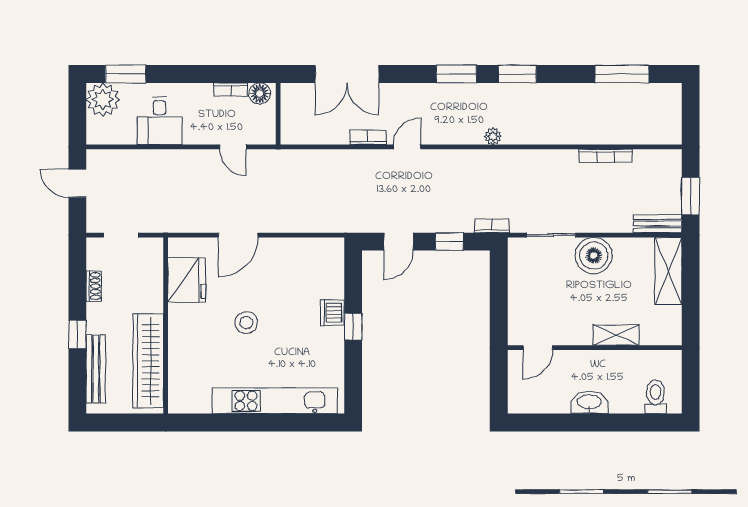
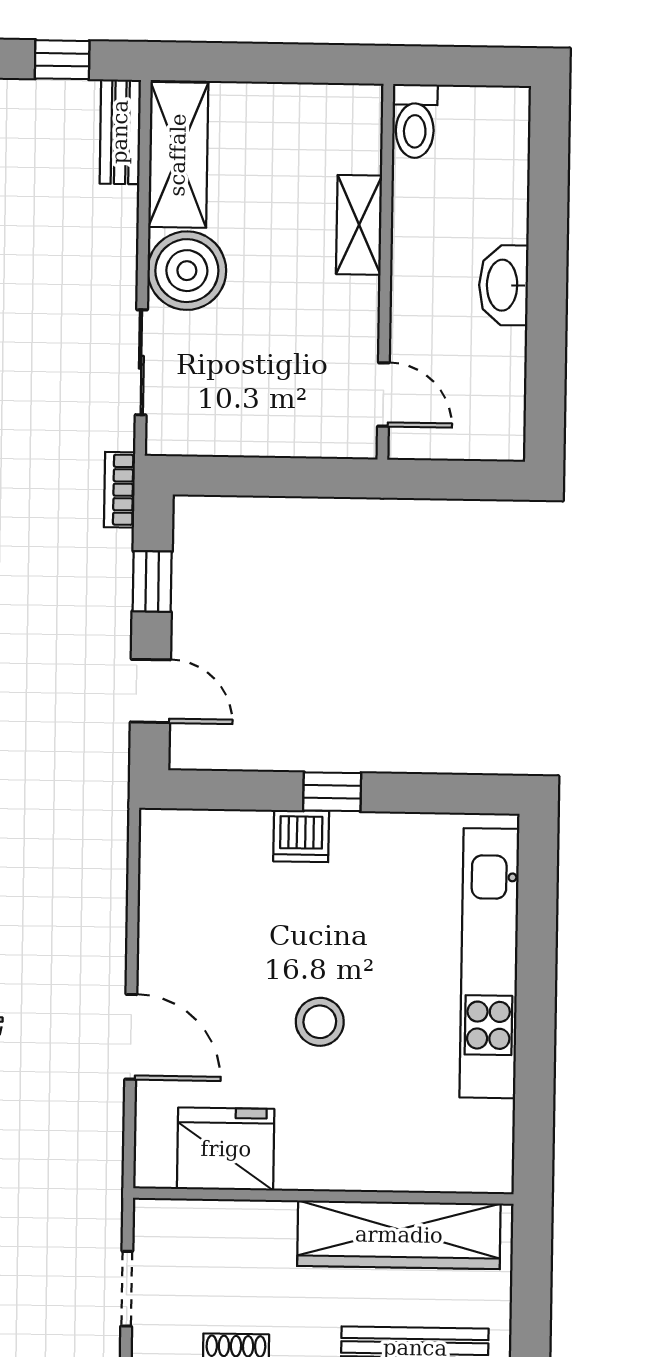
window: (691, 196) -> (62, 60), width x0.67
shelving: (668, 271) -> (178, 155), moved, turned 90
toilet: (656, 397) -> (415, 121), moved, turned -90

